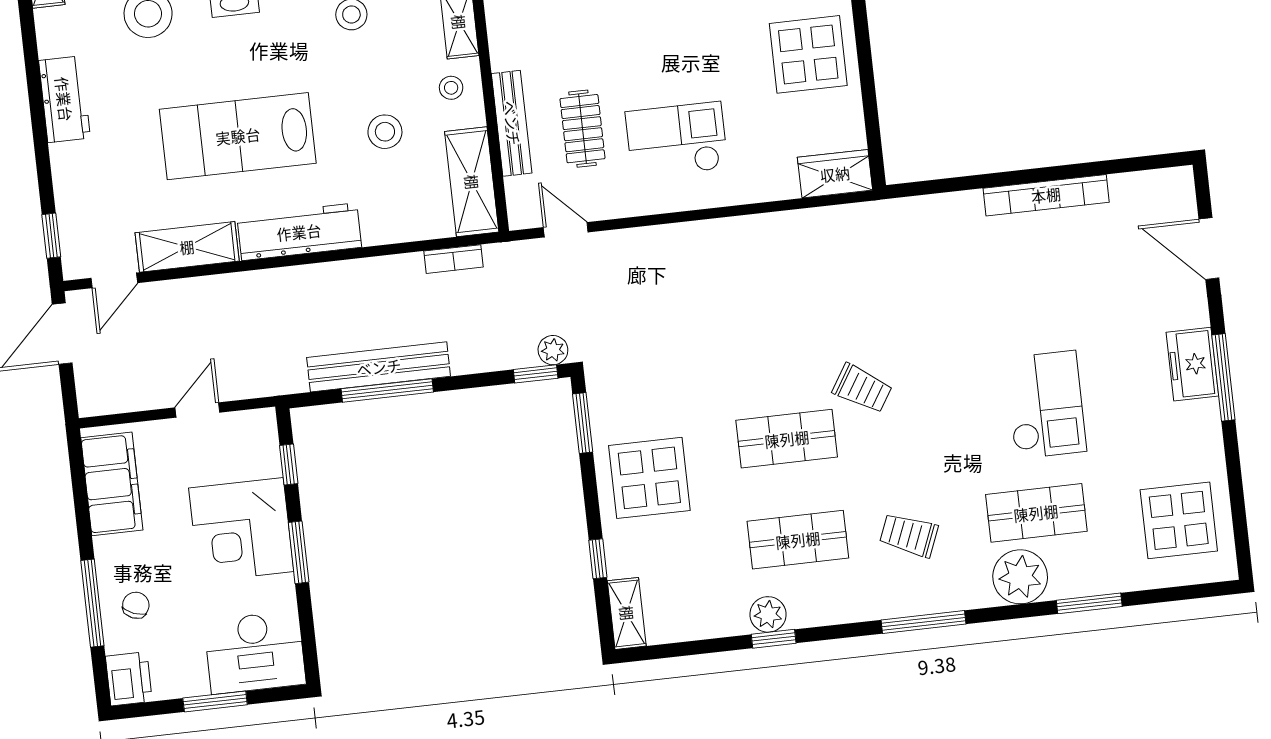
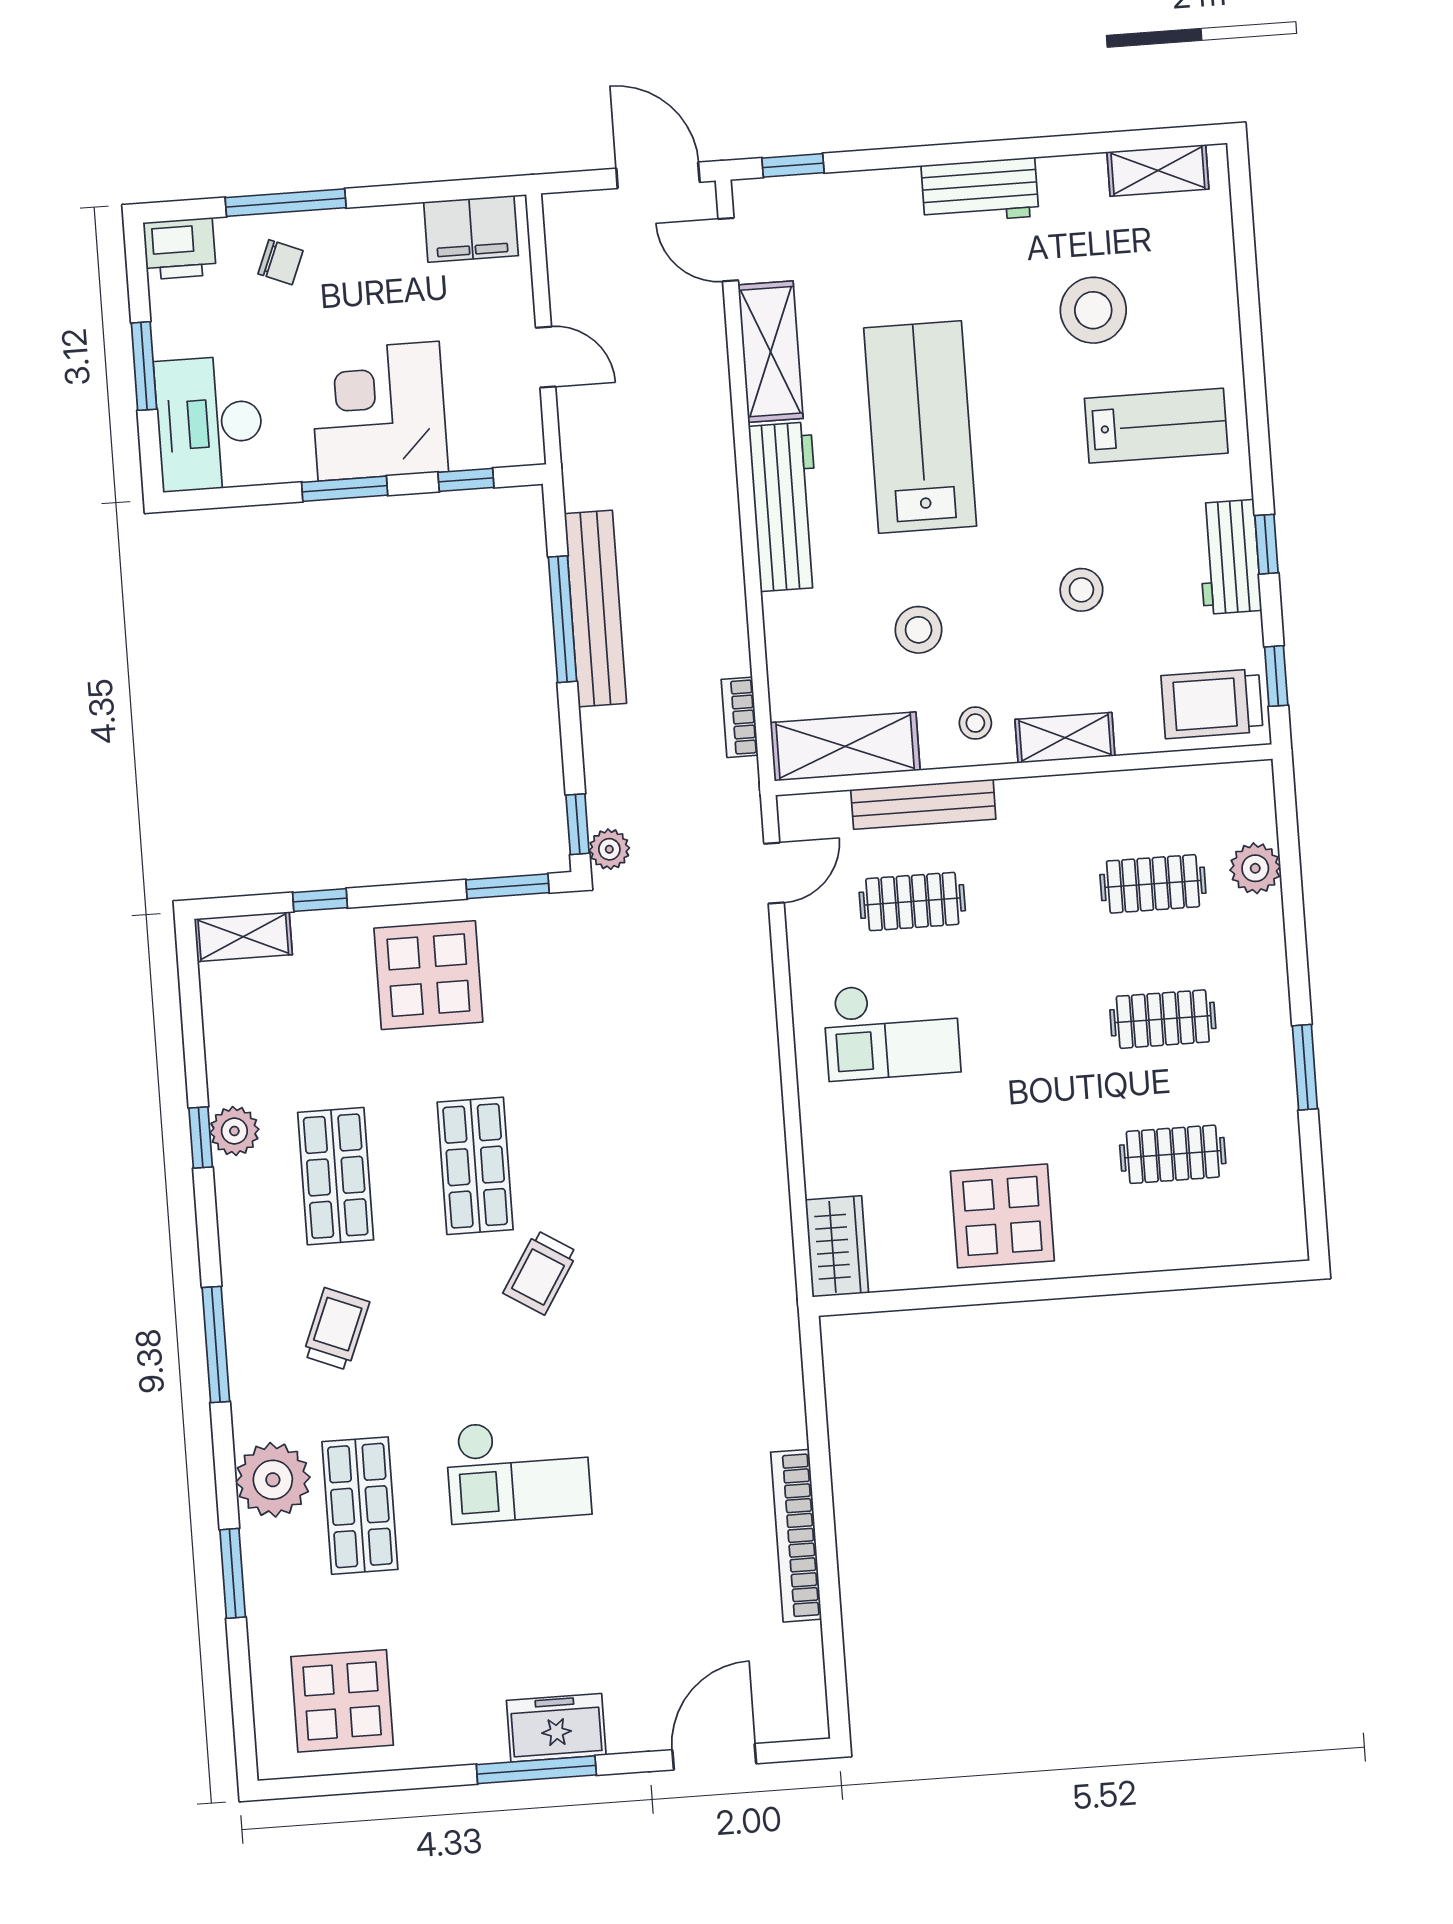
checkout: (677, 140) -> (892, 1030), turned 90
checkout: (1046, 405) -> (518, 1470), moved
filing cabinet: (112, 484) -> (471, 229), width x0.67, depth x0.86

